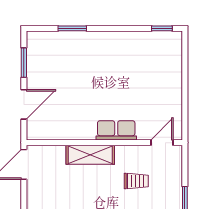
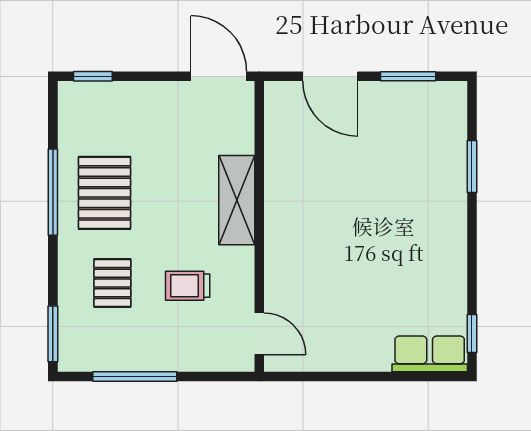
row of seats: (116, 130) -> (430, 354), moved, turned -90
trolley: (136, 181) -> (188, 286), turned 90

